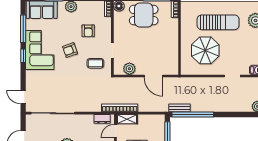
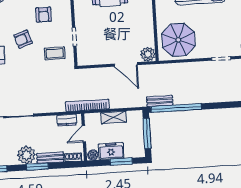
parasol: (205, 50) -> (178, 40), moved
plant: (129, 69) -> (148, 54), moved
shelving: (127, 119) -> (114, 117), moved

